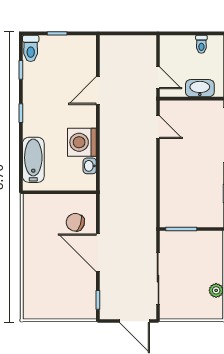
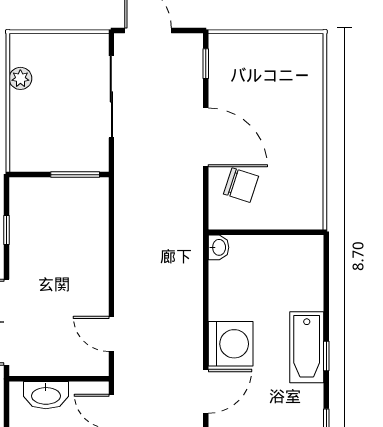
washing machine: (82, 142) -> (231, 344), moved
bathtub: (33, 160) -> (307, 347), moved
washbasin: (90, 166) -> (218, 247), moved

